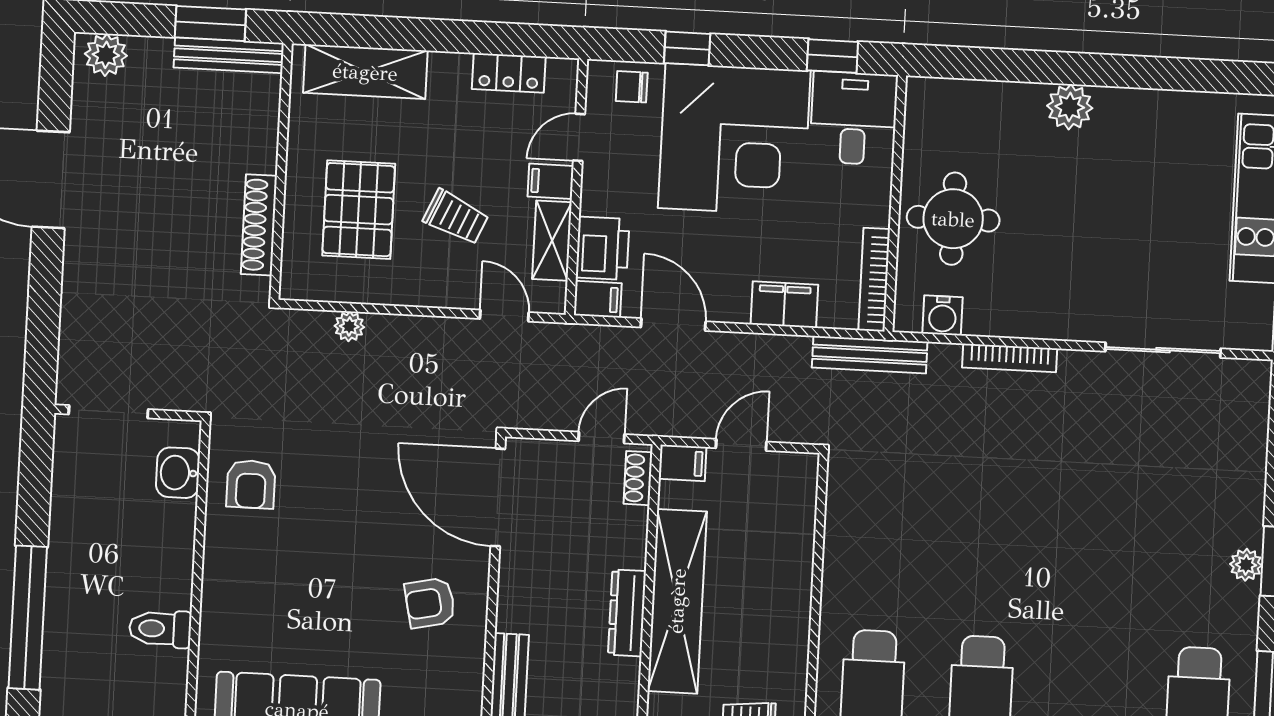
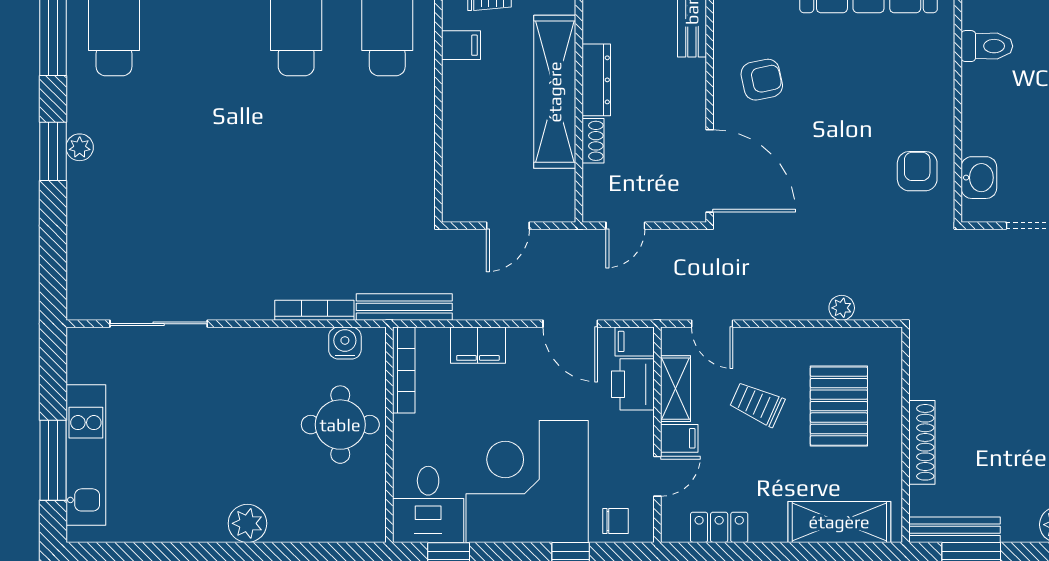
shoe rack: (259, 225) -> (922, 442), moved
bookcase: (1010, 358) -> (314, 310), moved
filing cabinet: (682, 463) -> (461, 45), moved, turned 180
shoe rack: (638, 478) -> (593, 141), moved

